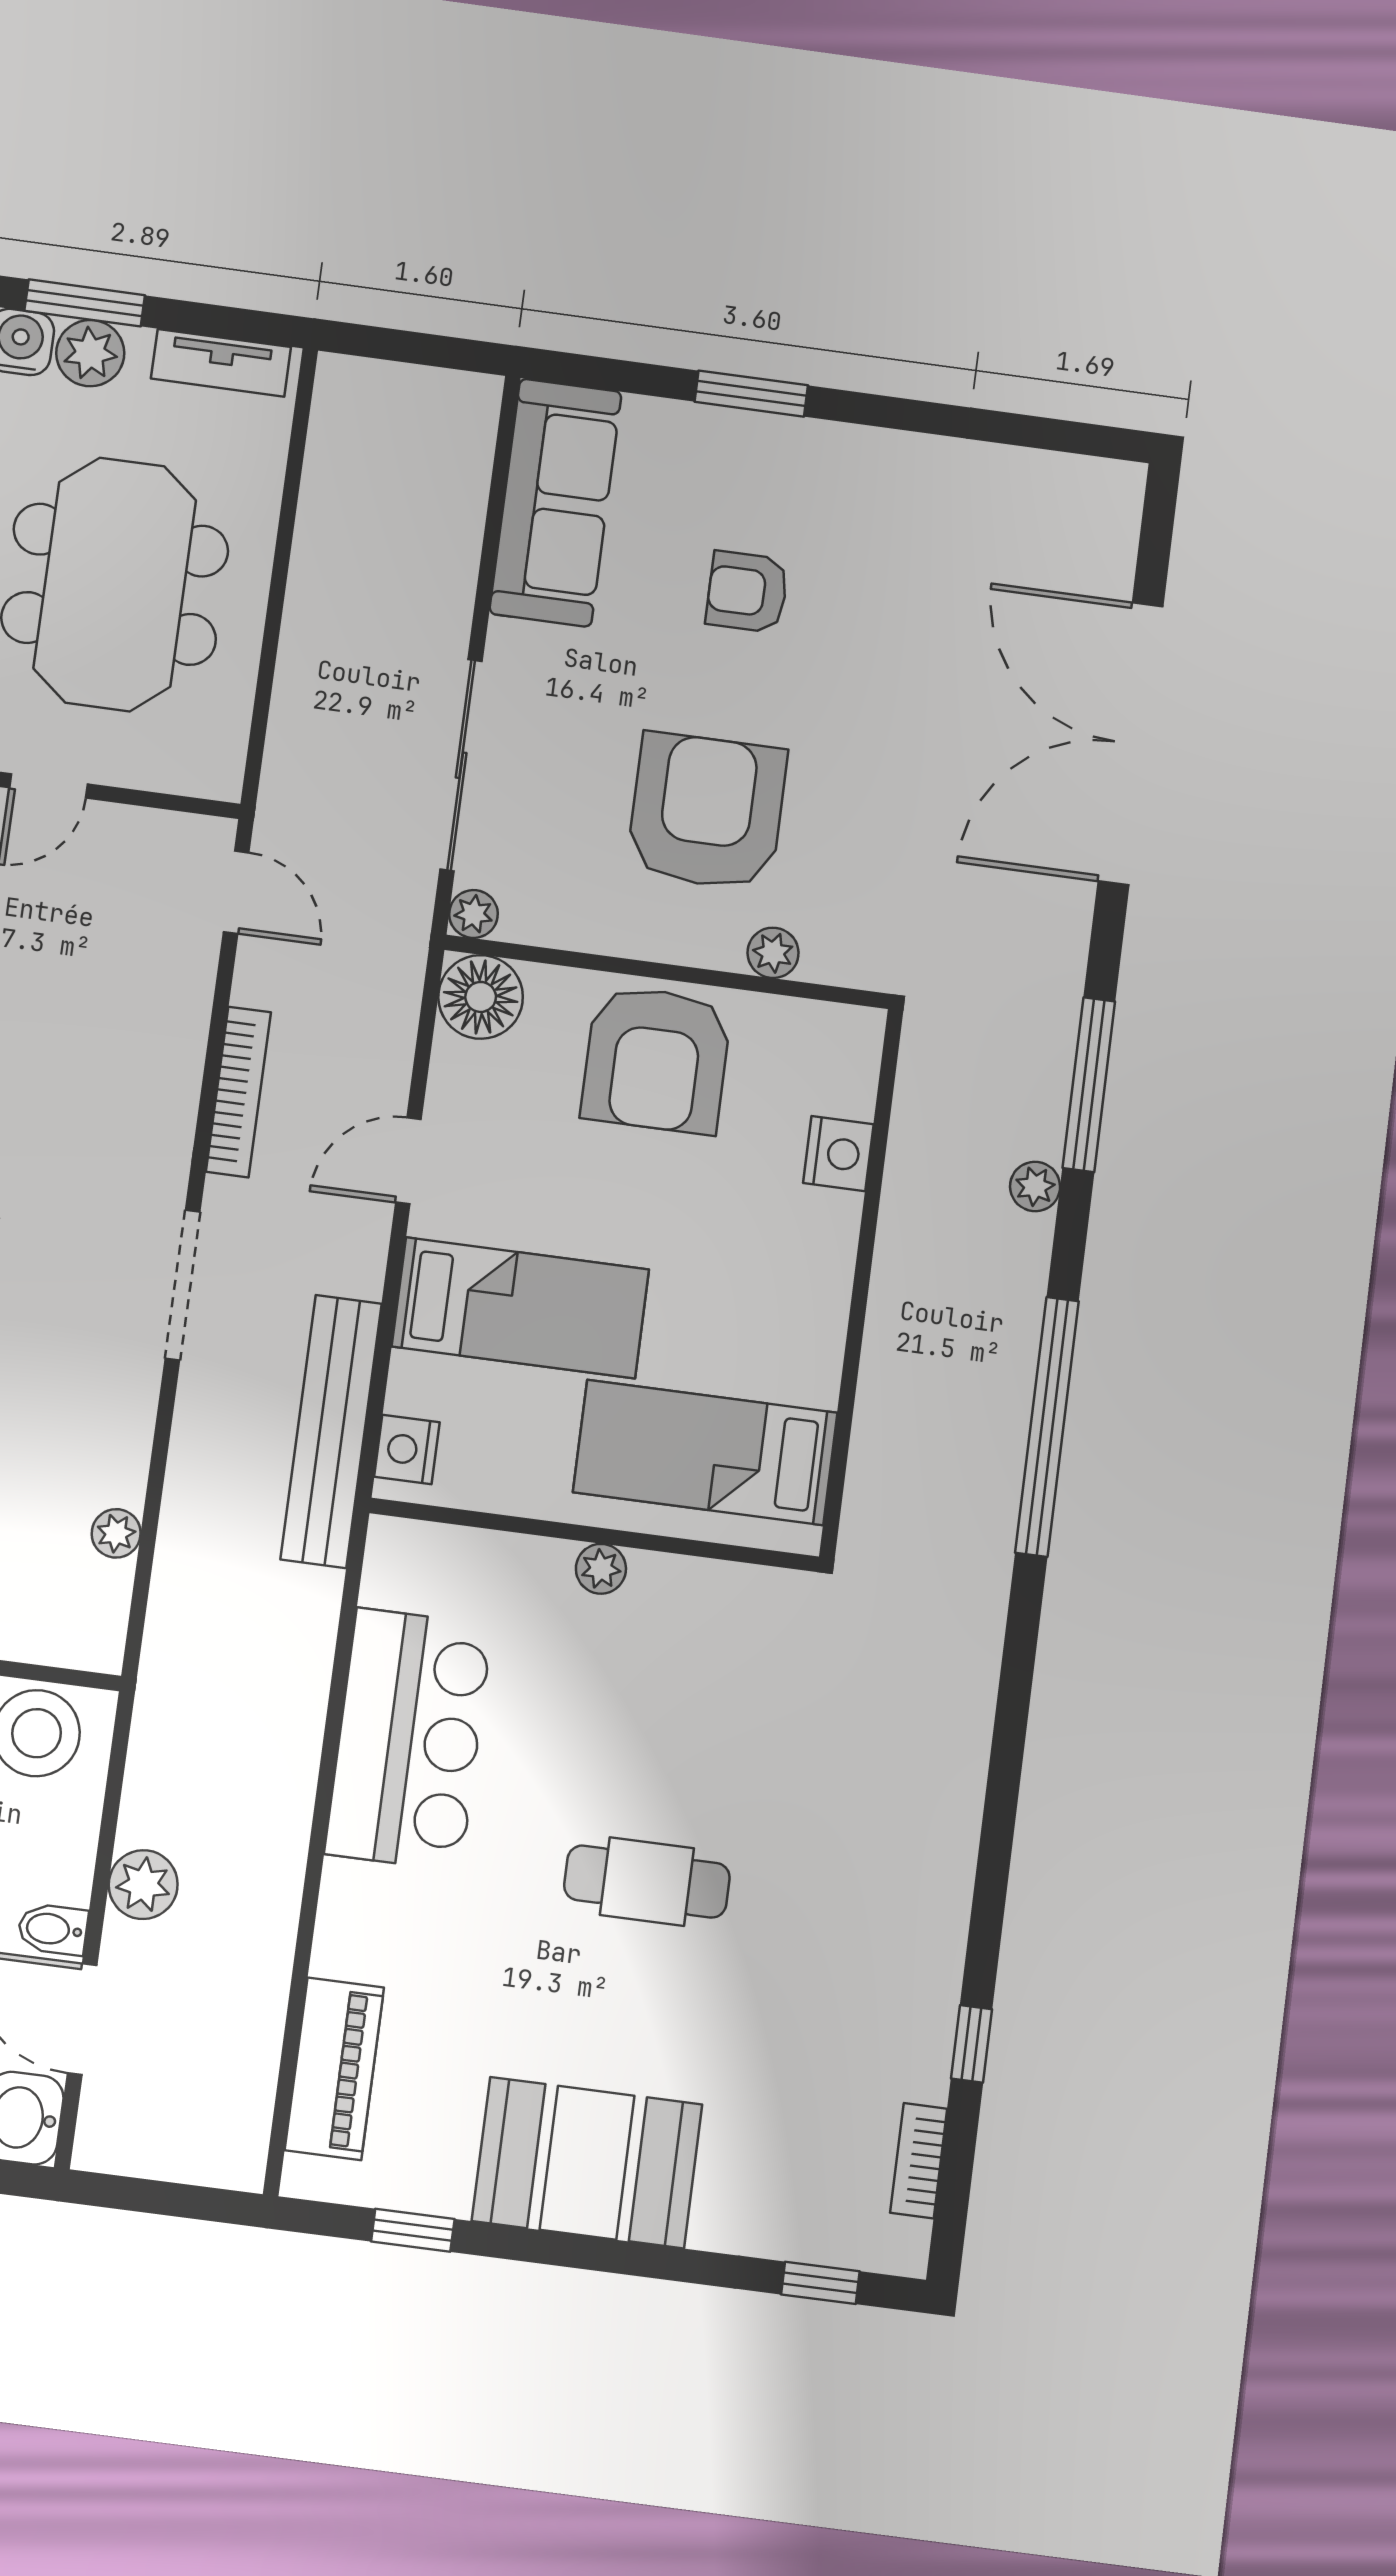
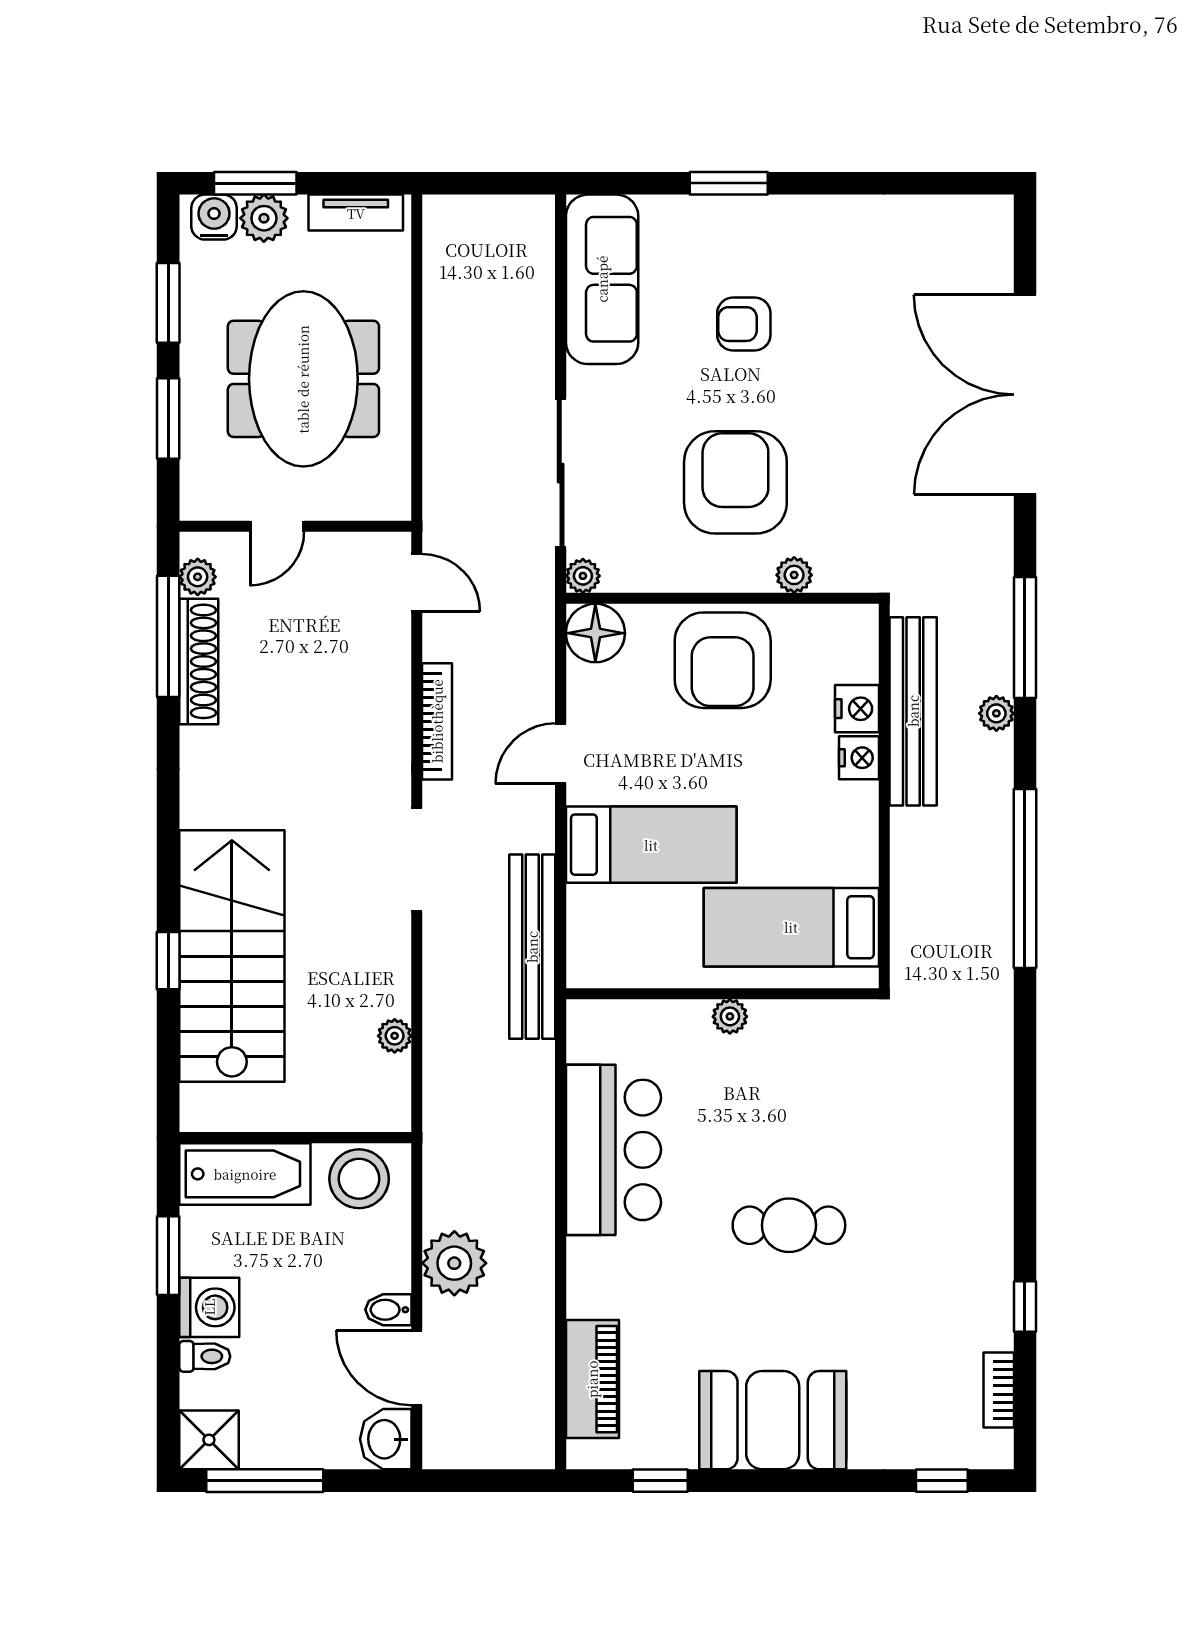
bench: (917, 1168) -> (913, 711), added
nightstand: (407, 1450) -> (859, 758), moved, turned 180
plant: (143, 1885) -> (454, 1263), width x1.36, depth x1.36

